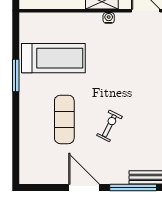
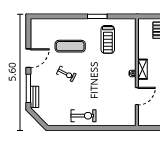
treadmill: (53, 58) -> (108, 39), width x0.73, depth x0.73

